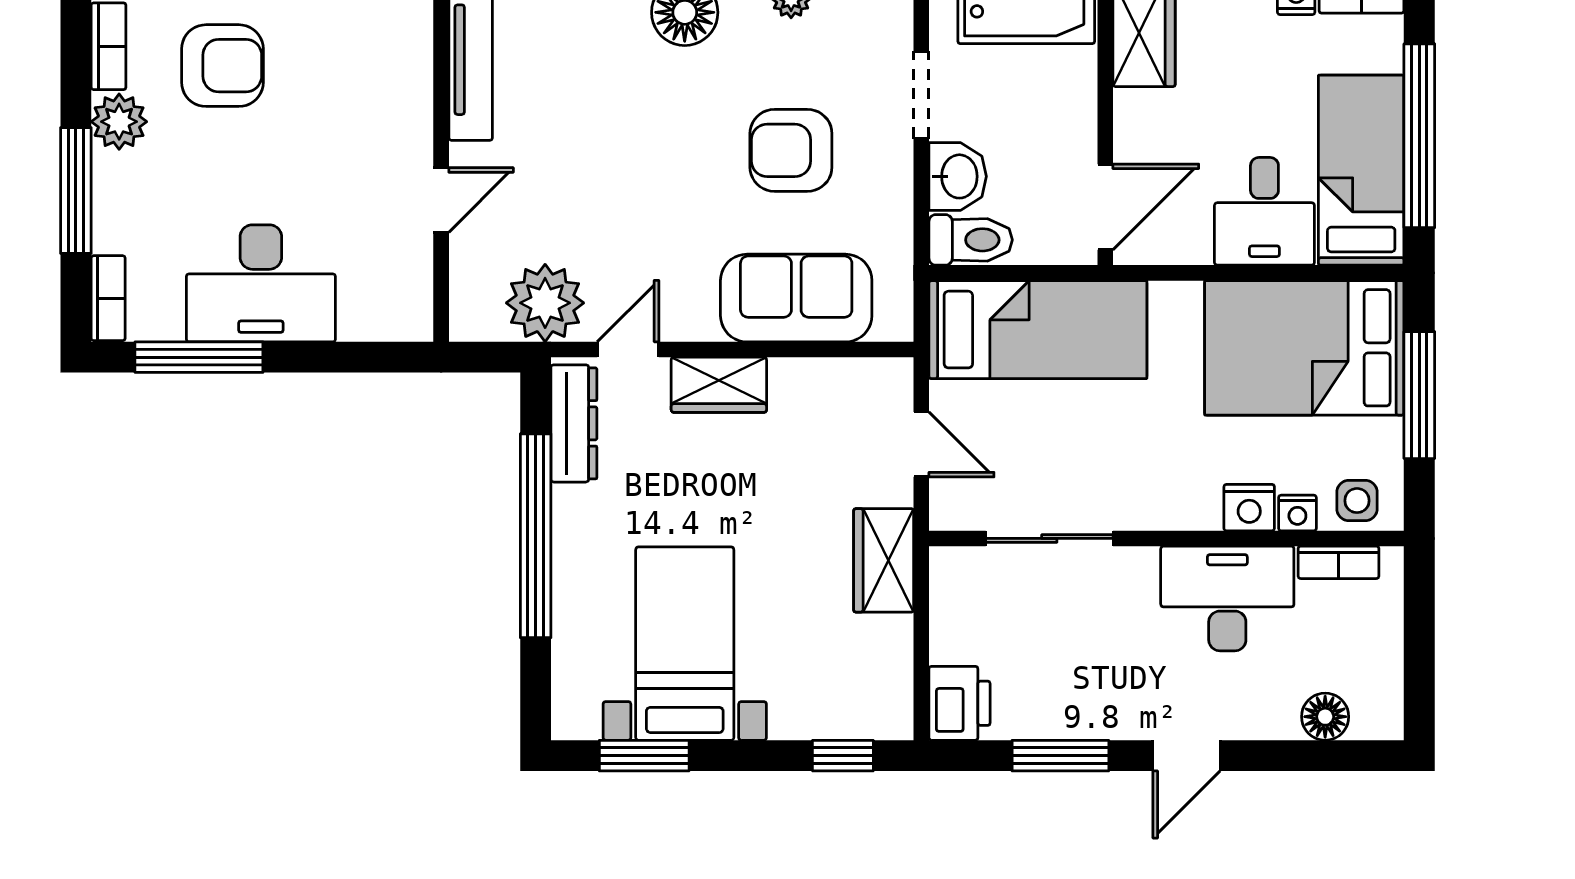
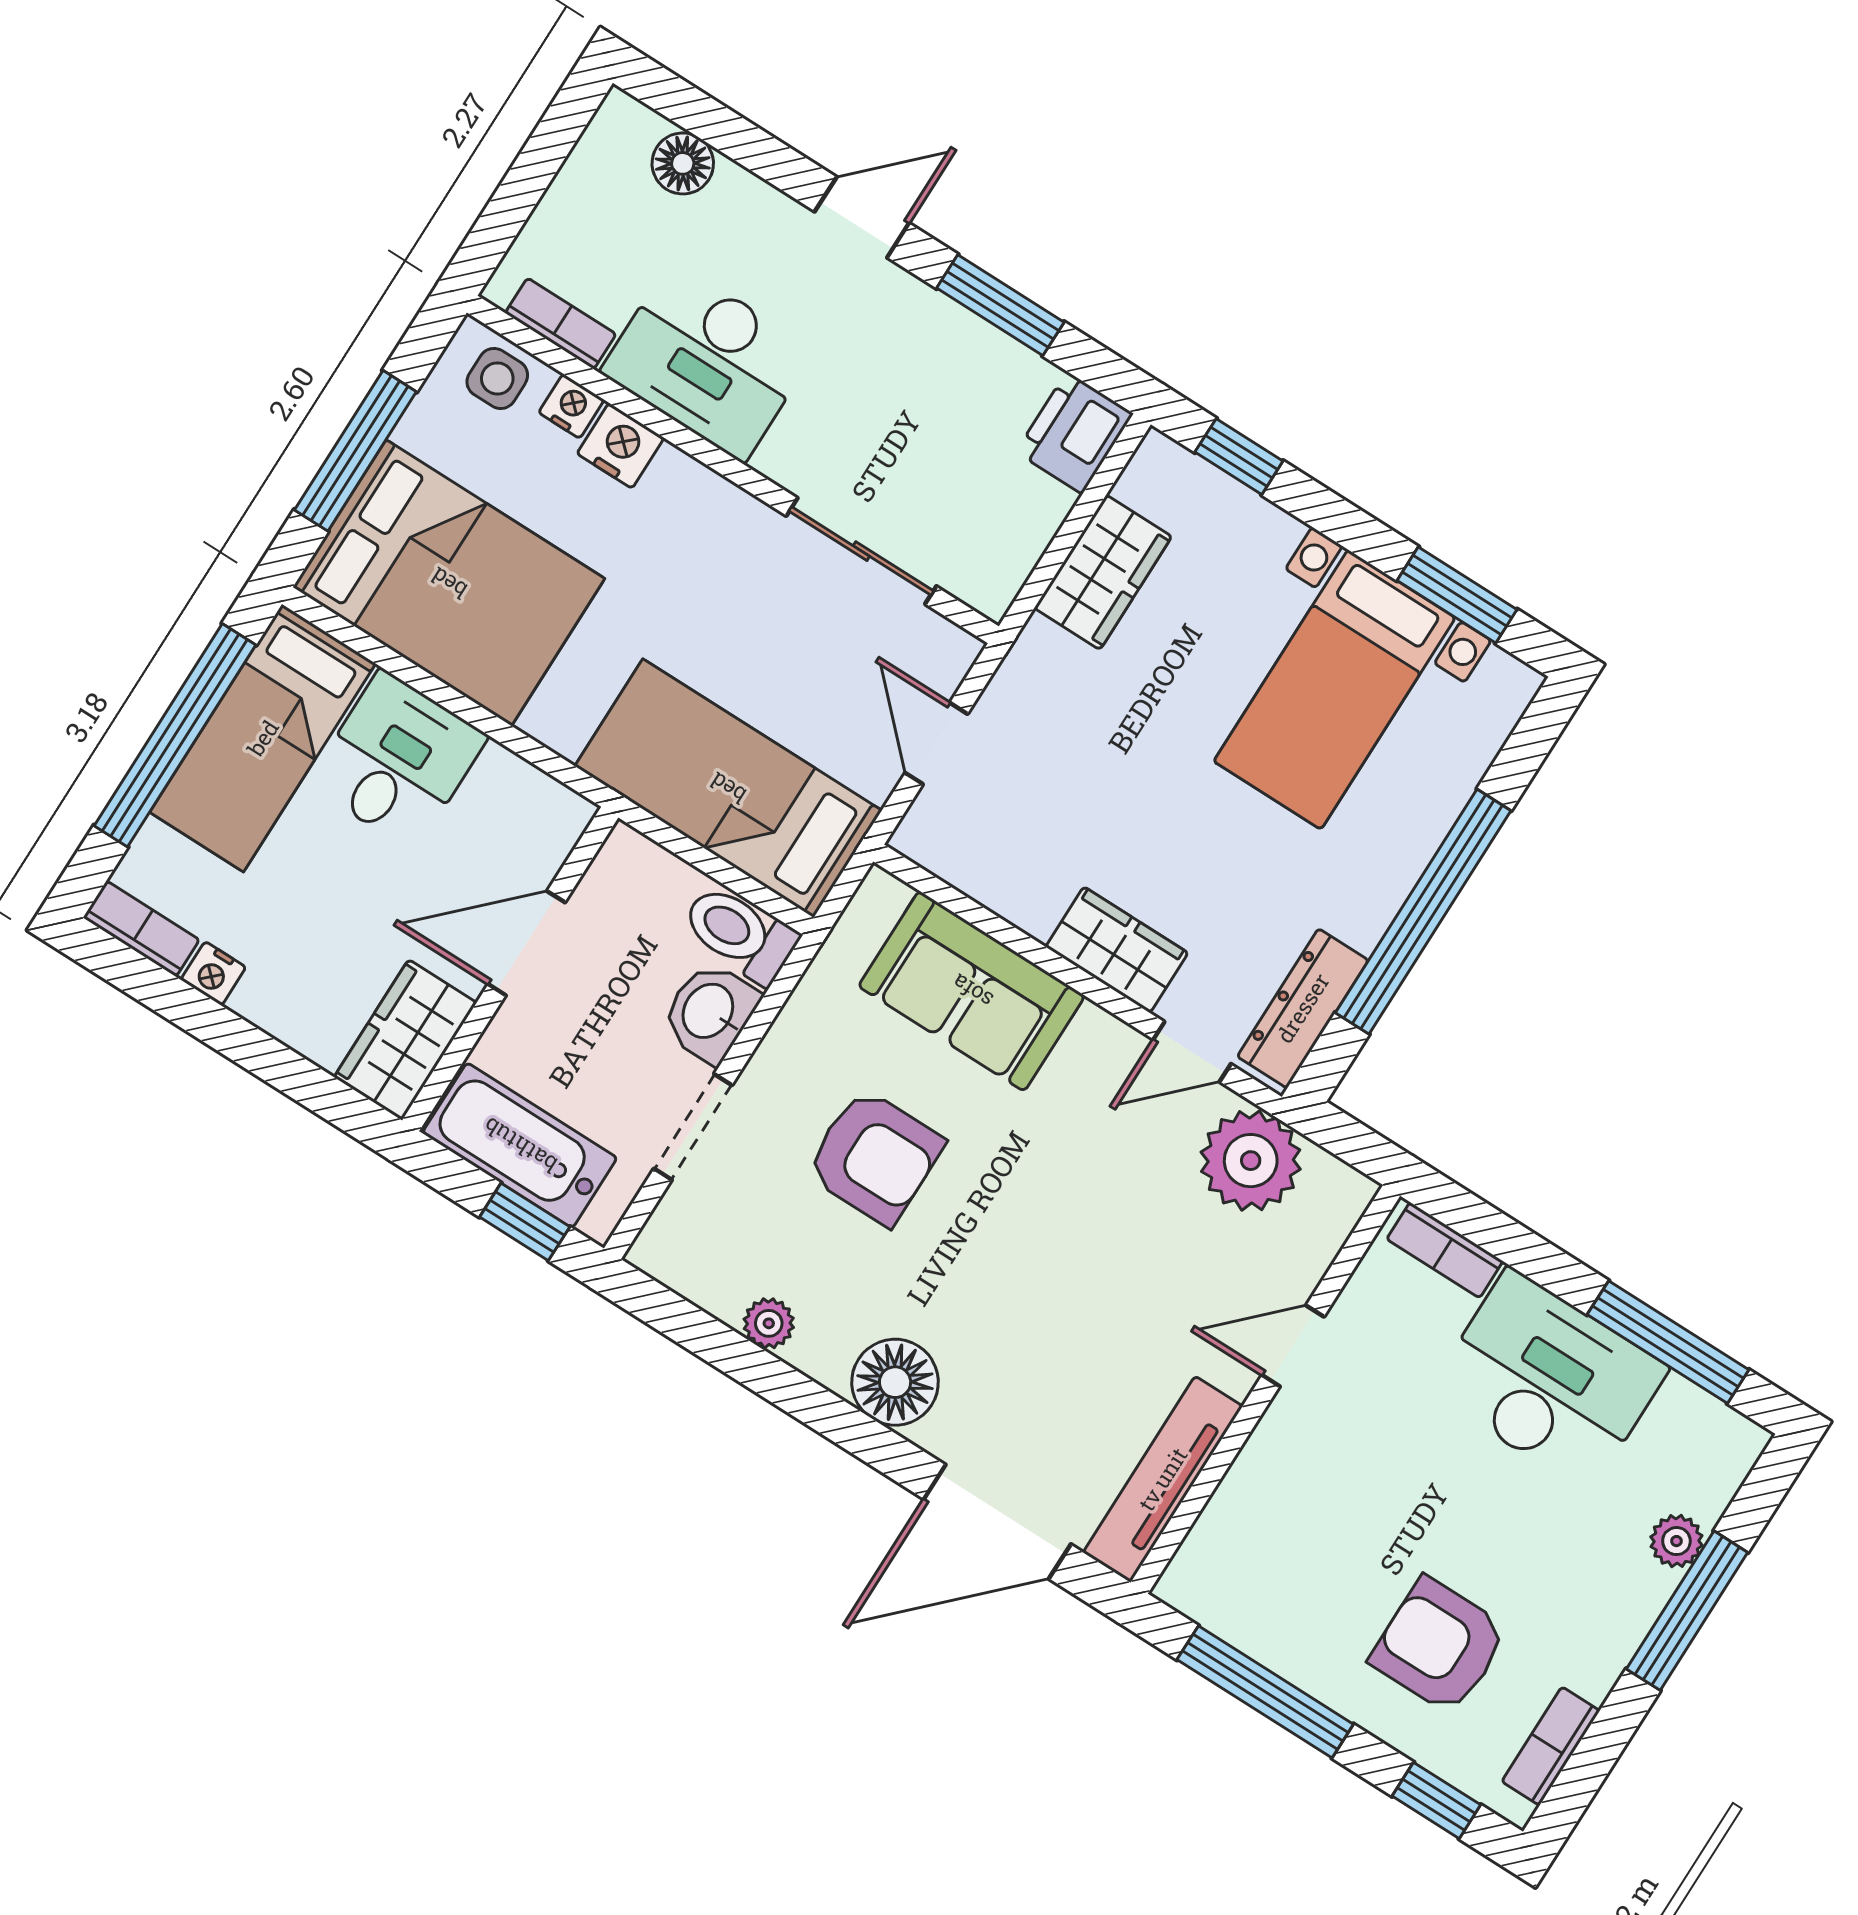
plant: (119, 122) -> (1676, 1541), moved, width x0.73, depth x0.73
door: (1105, 207) -> (526, 943), moved
bookcase: (108, 298) -> (1445, 1250), moved, turned -90
wardrobe: (884, 560) -> (1103, 572), moved

